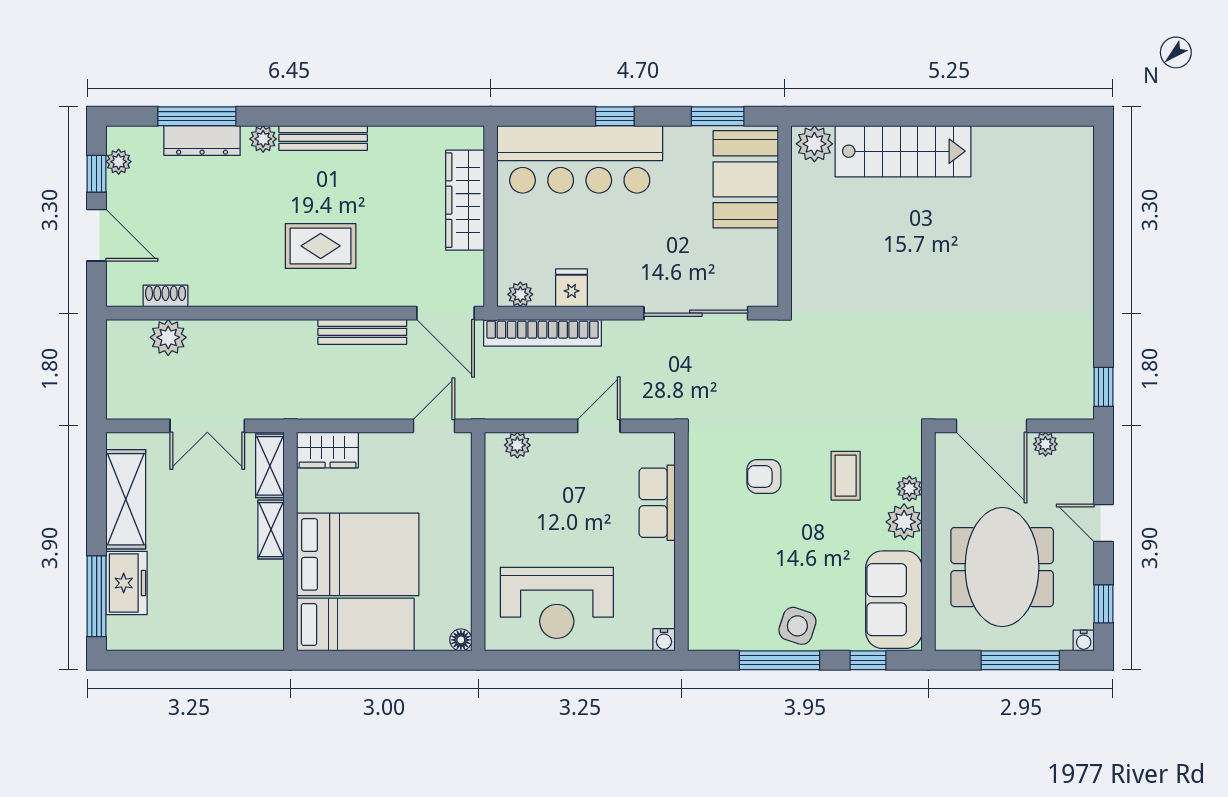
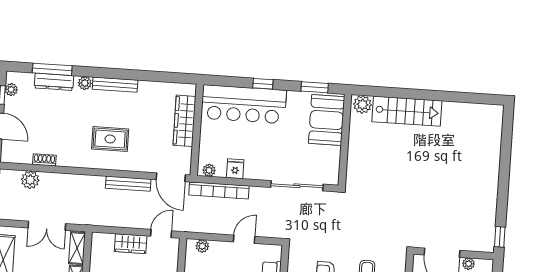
shoe rack: (166, 296) -> (44, 160), moved
wardrobe: (328, 450) -> (131, 244), moved

